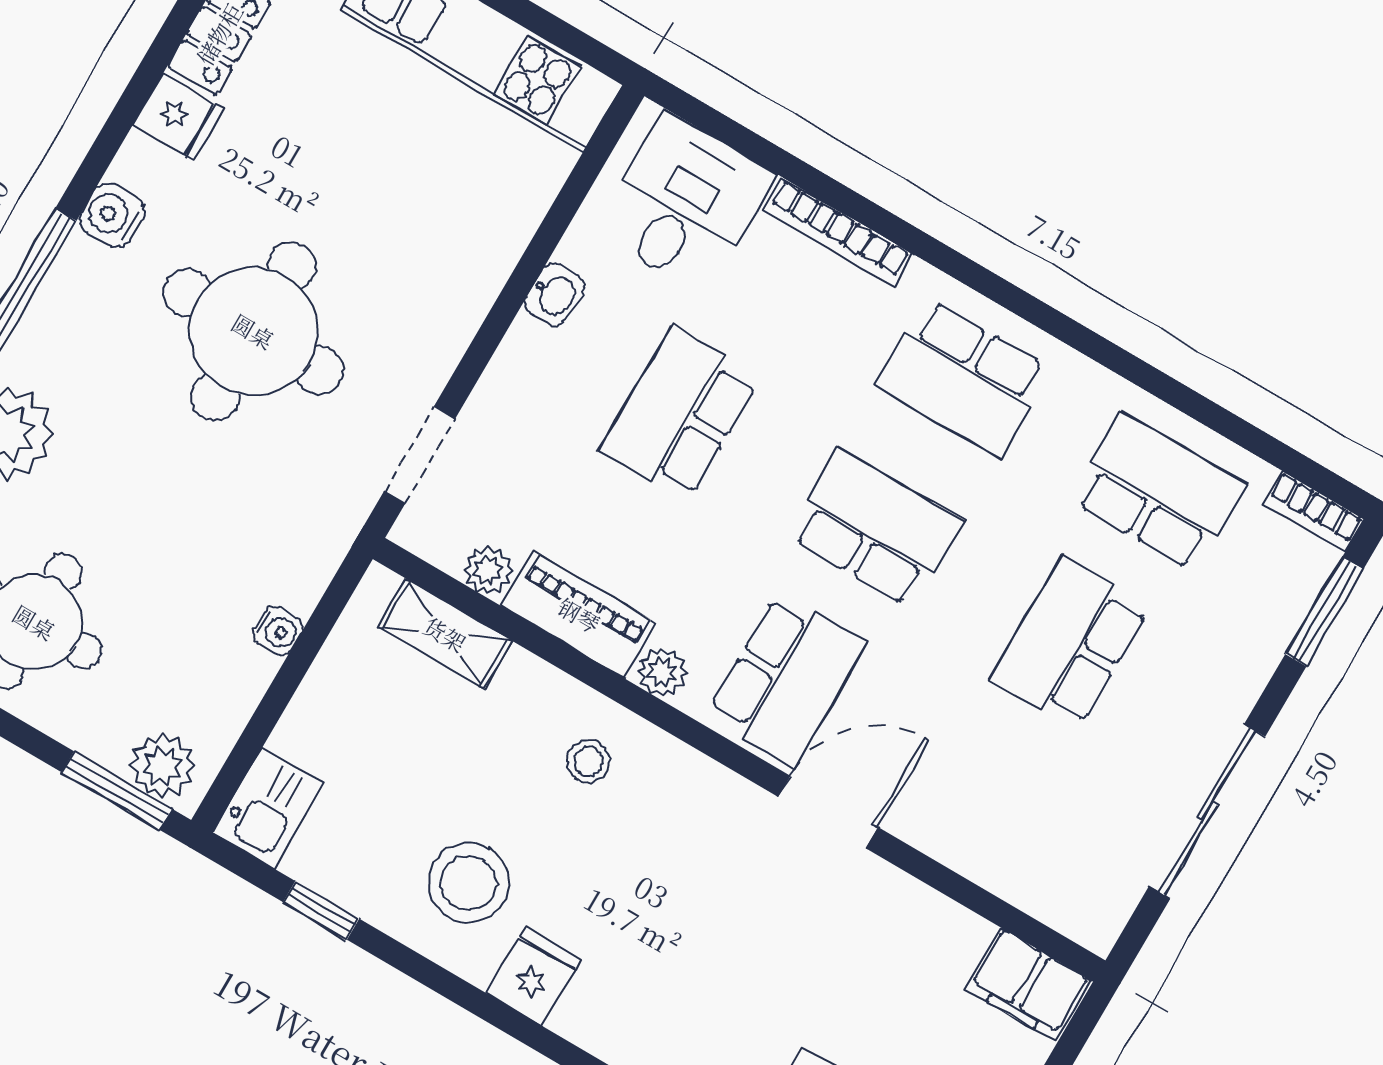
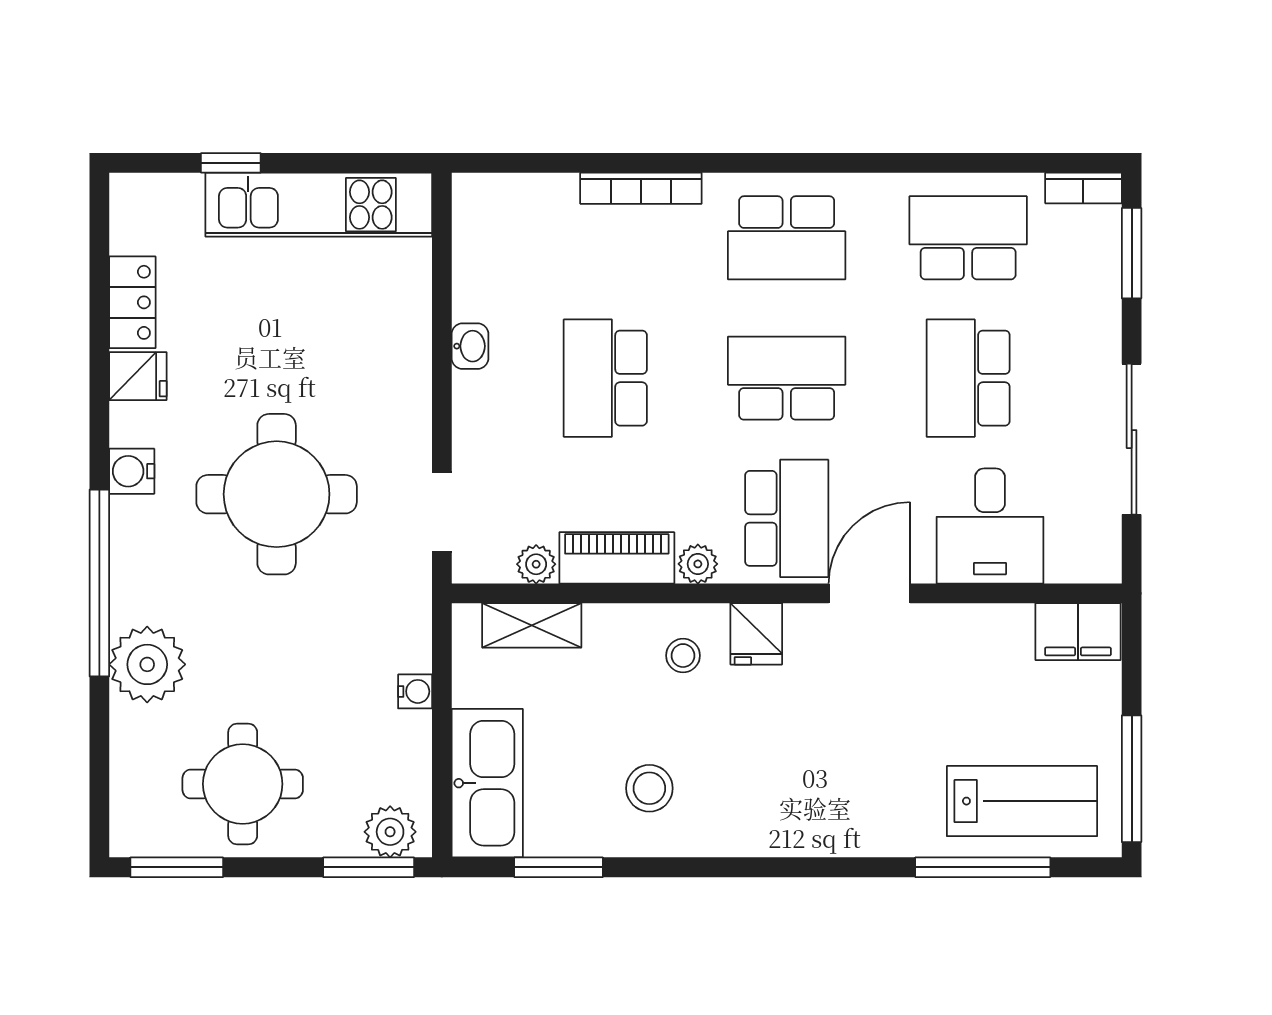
desk: (685, 203) -> (990, 526), moved, turned 180
kitchen sink: (268, 808) -> (487, 783), width x1.88, depth x1.24
stool: (469, 883) -> (649, 788), width x0.73, depth x0.73
window: (321, 910) -> (559, 867), width x1.50
fridge: (534, 977) -> (756, 634), moved, turned 180

